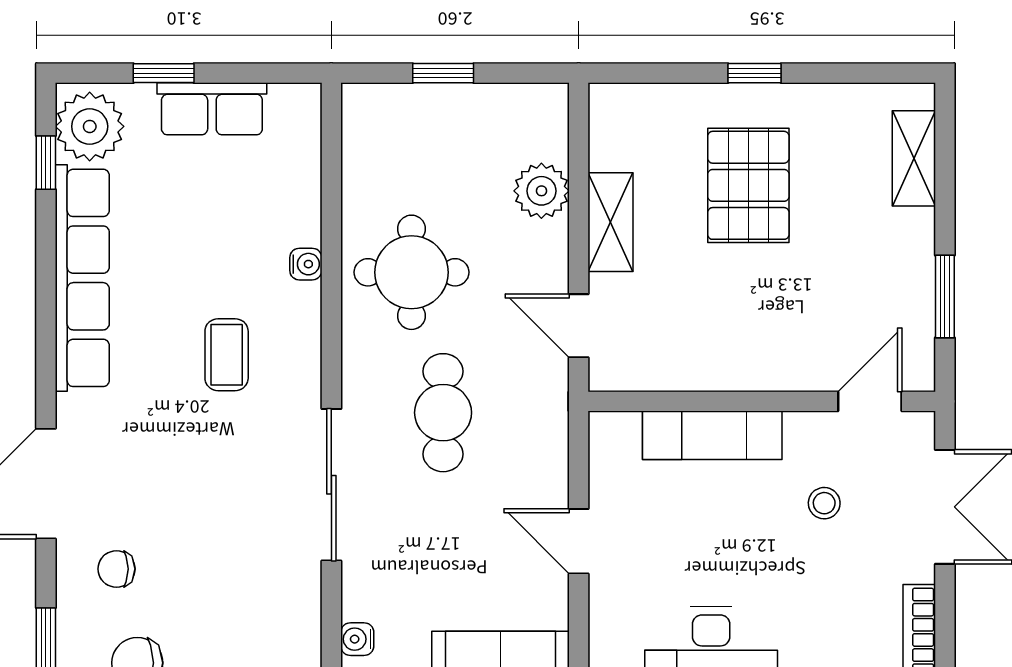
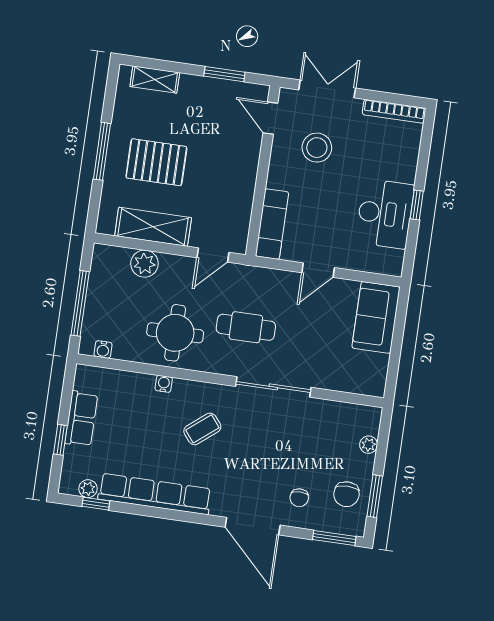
window: (443, 73) -> (80, 303), width x2.17
window: (755, 73) -> (102, 151), width x2.17
plant: (90, 126) -> (88, 489), width x0.53, depth x0.53
shelving: (610, 222) -> (153, 227), width x1.50, depth x1.33
coffee table: (227, 355) -> (202, 429), turned -39
exam couch: (712, 435) -> (272, 224), moved
stool: (824, 503) -> (317, 148), width x1.89, depth x1.89
water cooler: (357, 639) -> (103, 349), moved

